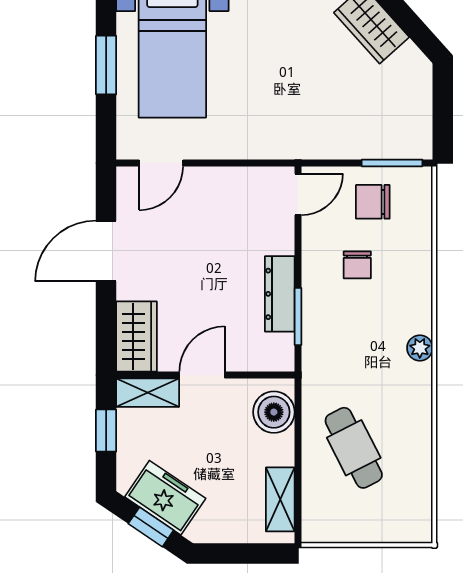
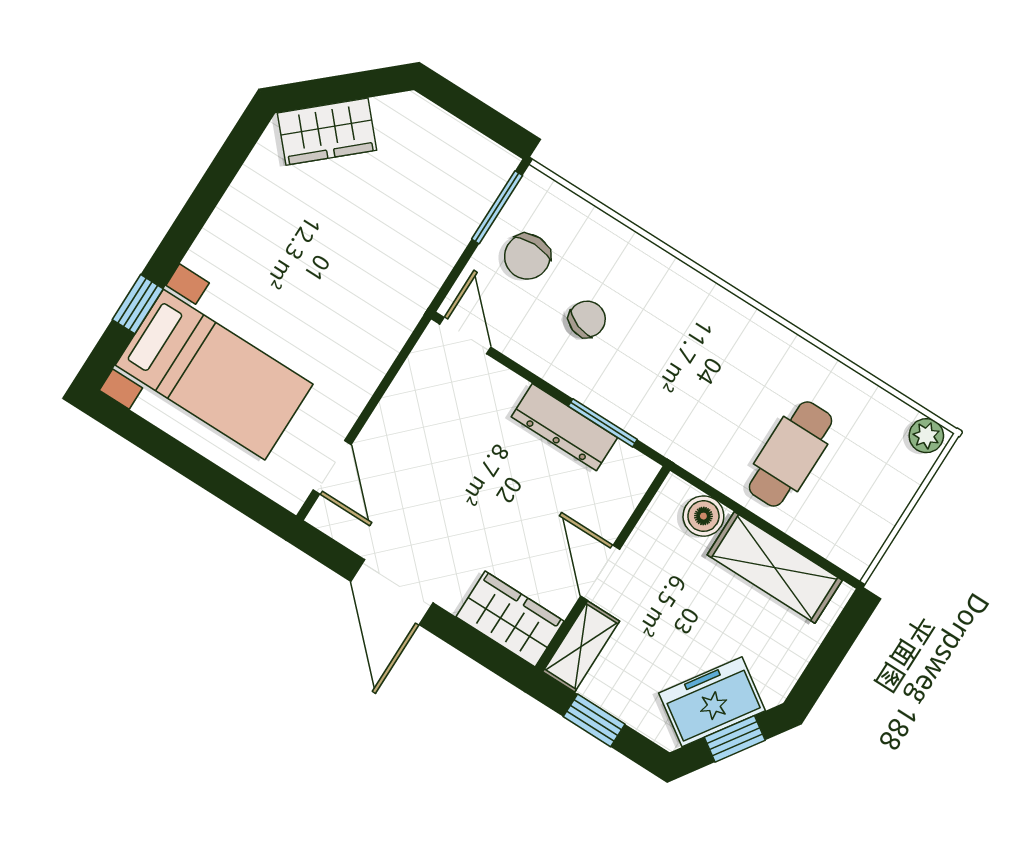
window: (106, 65) -> (183, 459), removed
chair: (357, 265) -> (587, 319), turned -70
plant: (420, 348) -> (926, 436), moved
boiler: (274, 412) -> (703, 516), width x0.73, depth x0.73
cafe table: (354, 448) -> (791, 454), turned -63
shelving: (280, 499) -> (775, 567), width x1.50, depth x1.33

